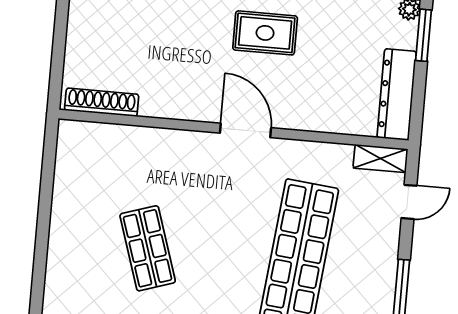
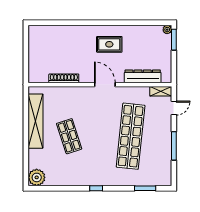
dresser: (397, 94) -> (143, 76), moved, turned 90
shoe rack: (102, 102) -> (64, 78), moved
shelving: (69, 204) -> (36, 121), added

